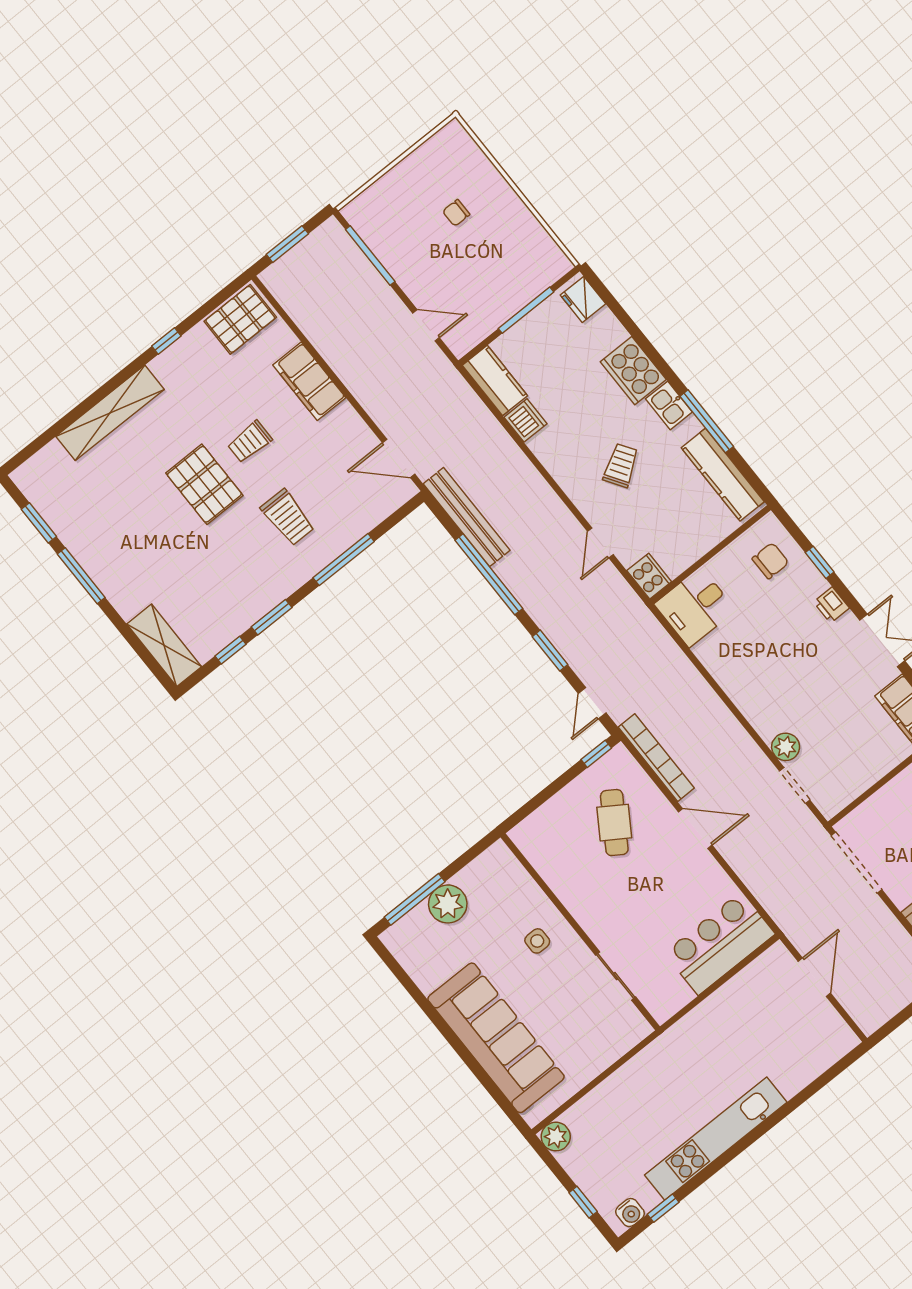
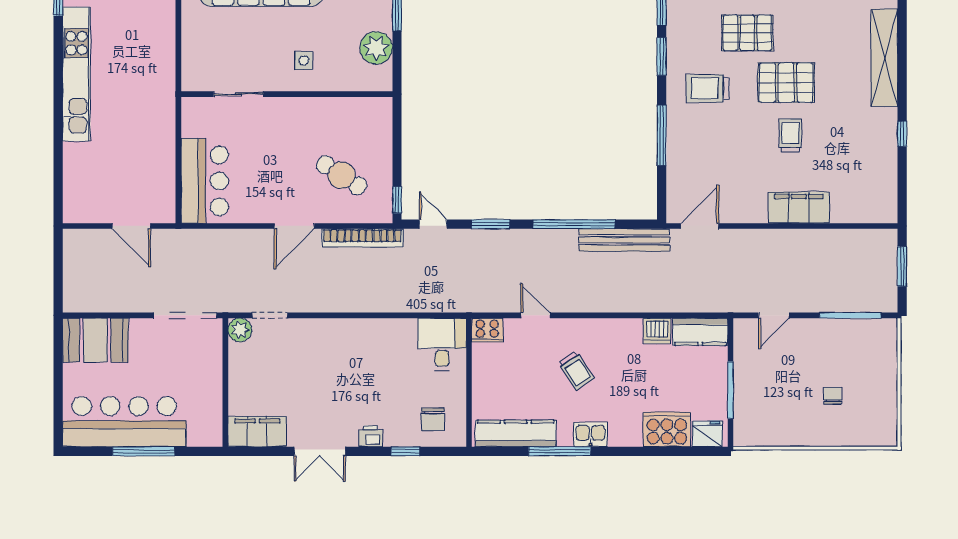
pallet: (240, 319) -> (747, 33), moved, turned 90
cooker: (633, 371) -> (667, 429), moved
trolley: (288, 517) -> (708, 88), moved
plant: (786, 747) -> (240, 330), moved
plant: (448, 904) -> (376, 48), moved

